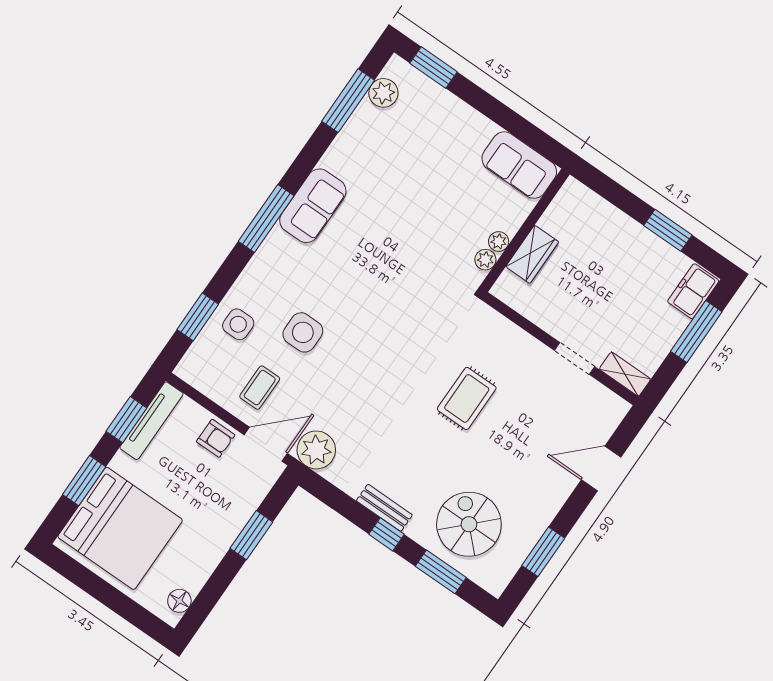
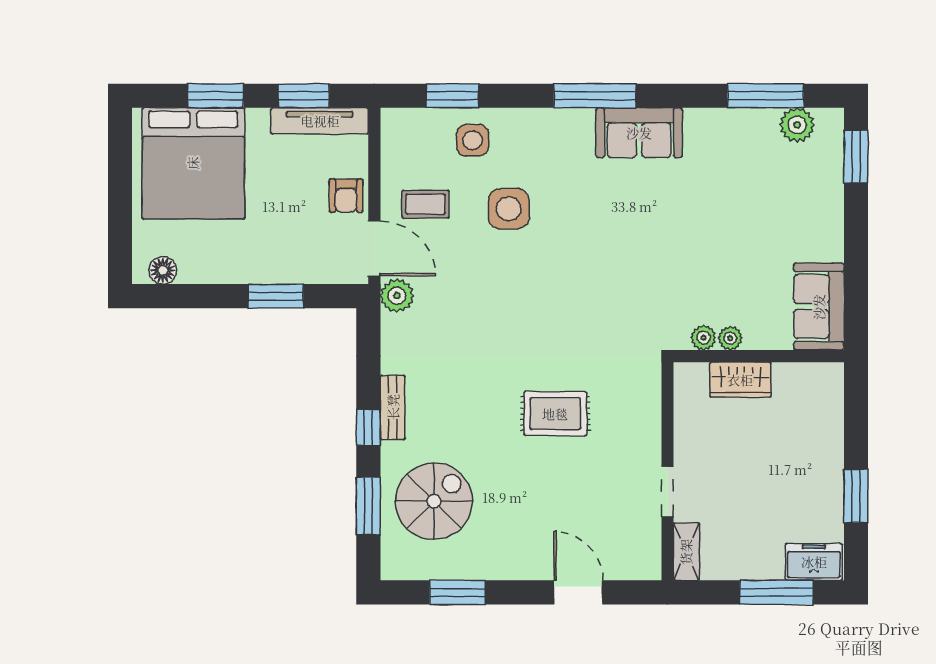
plant: (316, 450) -> (397, 296), width x0.73, depth x0.73

